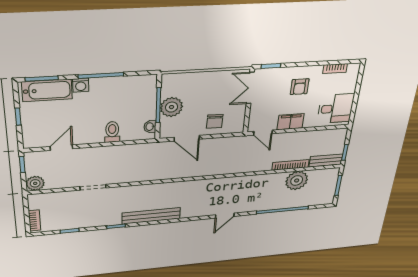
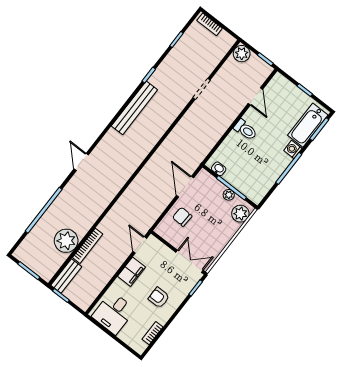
plant: (176, 82) -> (240, 214), added
plant: (172, 107) -> (229, 195), width x0.53, depth x0.53
toilet: (112, 132) -> (245, 130), moved
door: (263, 133) -> (140, 245), hinge flipped
door: (187, 138) -> (185, 187), hinge flipped

